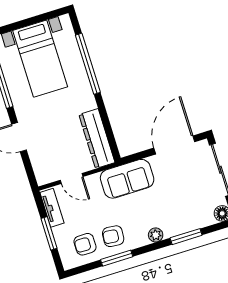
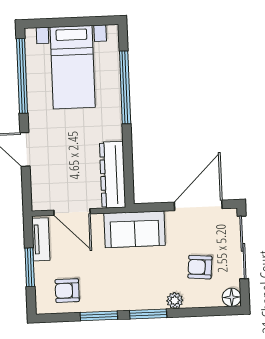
door: (72, 178) -> (72, 212), width x1.38
plant: (156, 235) -> (175, 300), moved
armchair: (113, 236) -> (200, 267), moved
window: (186, 237) -> (148, 314), moved

